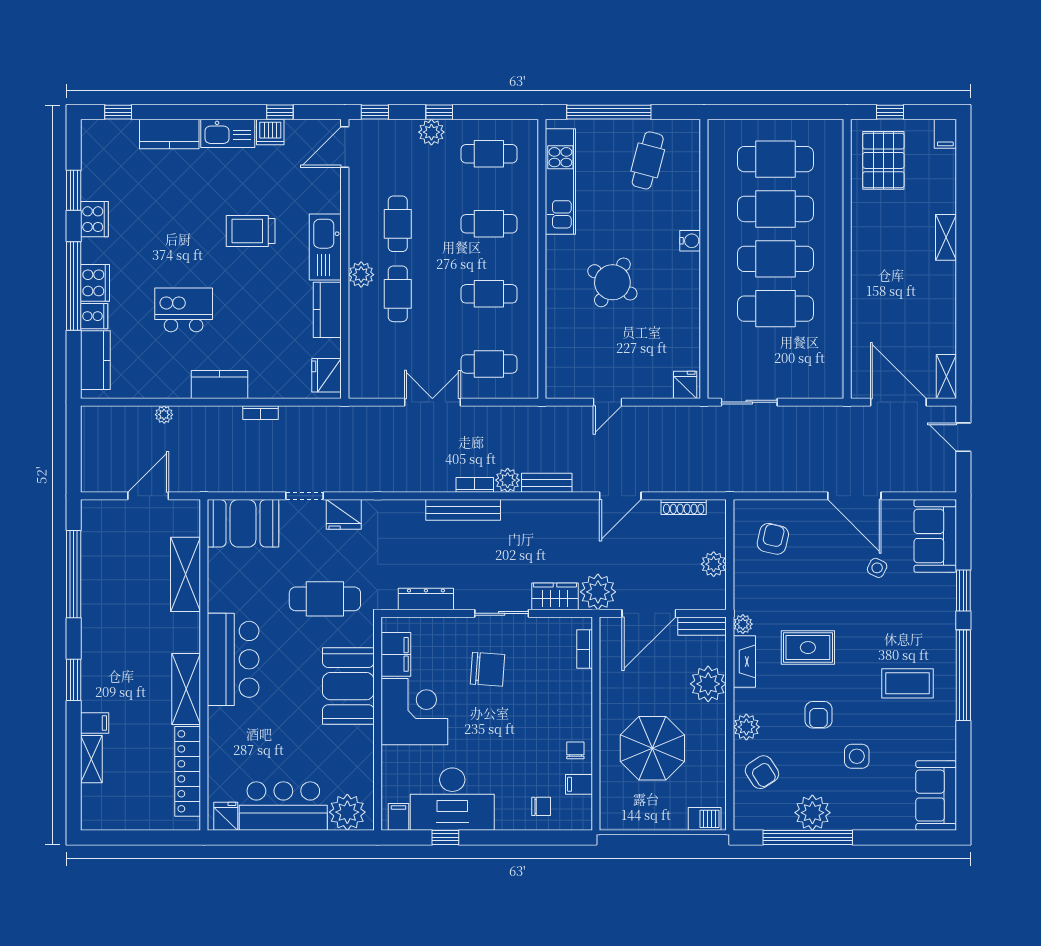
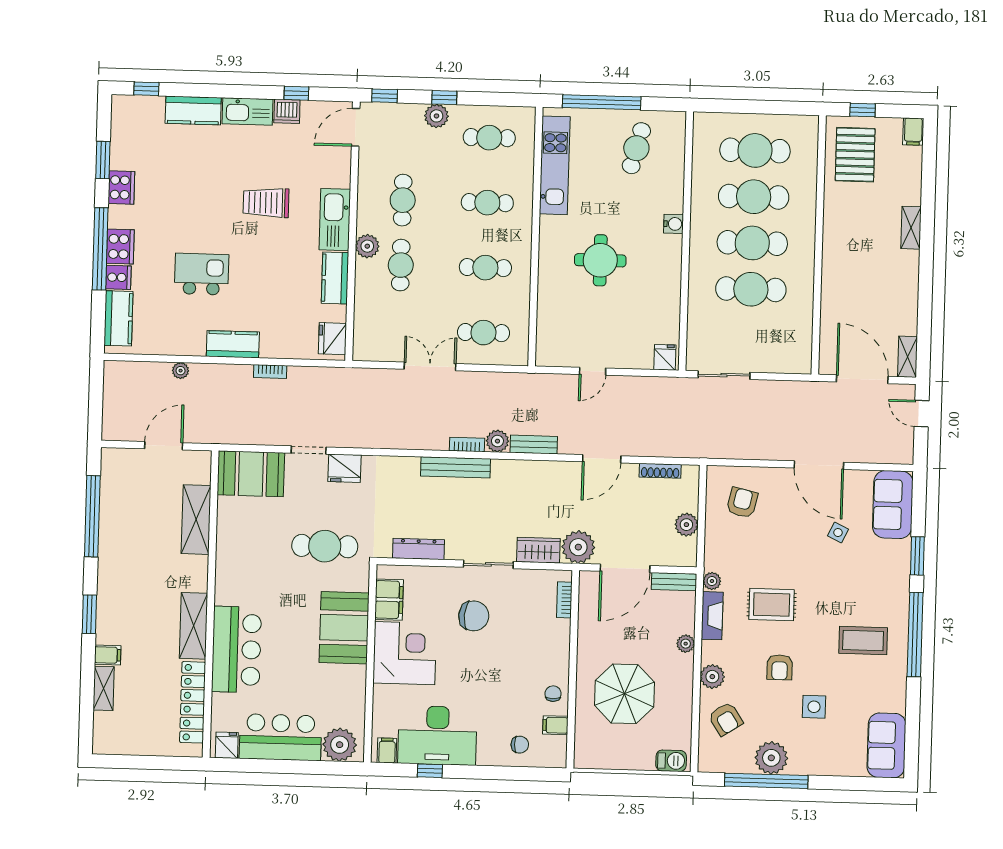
round table: (612, 282) -> (600, 260), turned -32
bar counter: (233, 659) -> (236, 649), moved
plant: (708, 684) -> (686, 644), width x0.53, depth x0.53

